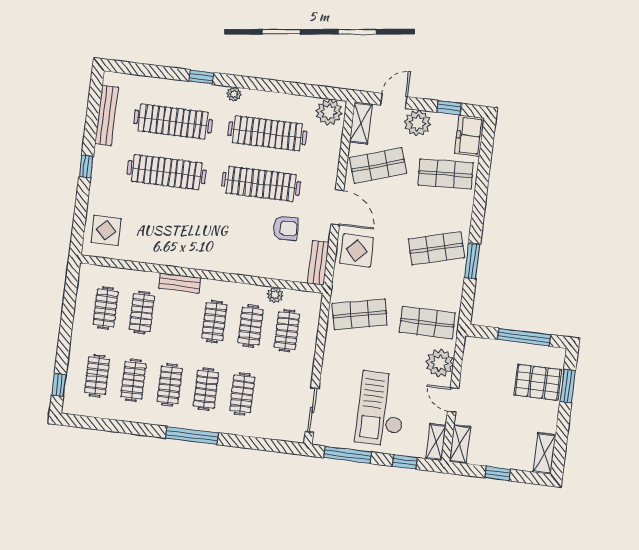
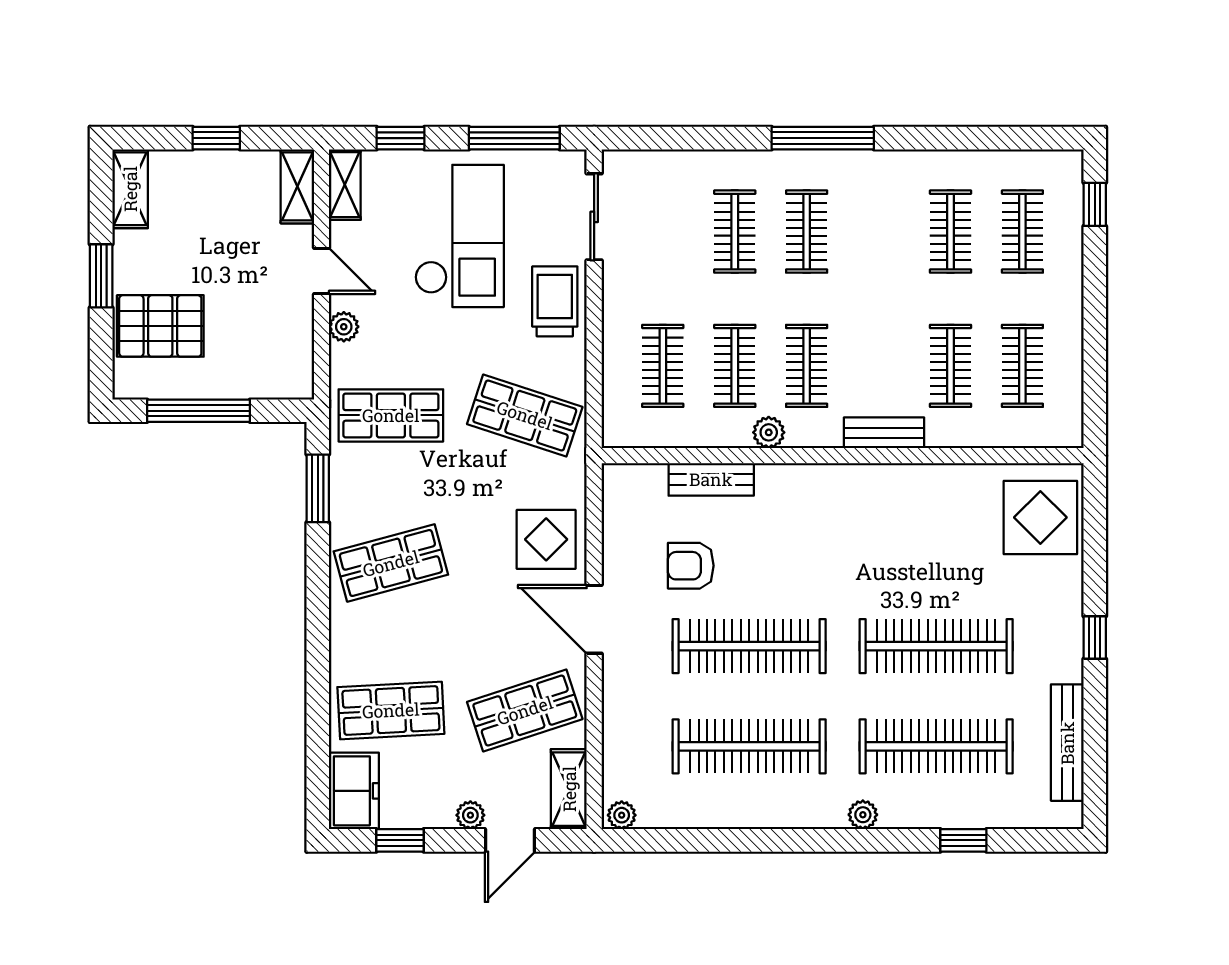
window: (201, 77) -> (963, 840), moved
plant: (234, 94) -> (863, 815), moved
plant: (329, 112) -> (622, 815), width x0.53, depth x0.53
plant: (418, 123) -> (470, 815), width x0.53, depth x0.53
display table: (106, 230) -> (1040, 517), width x1.36, depth x1.36
window: (472, 261) -> (318, 488), moved
bench: (318, 263) -> (711, 479), moved, turned 90
plant: (275, 295) -> (769, 432), moved
shop shelf: (360, 314) -> (525, 415), turned 30
plant: (440, 363) -> (344, 327), width x0.53, depth x0.53
trolley: (337, 370) -> (555, 301), added
clothes rail: (170, 385) -> (879, 232), removed
window: (568, 386) -> (101, 276), moved

